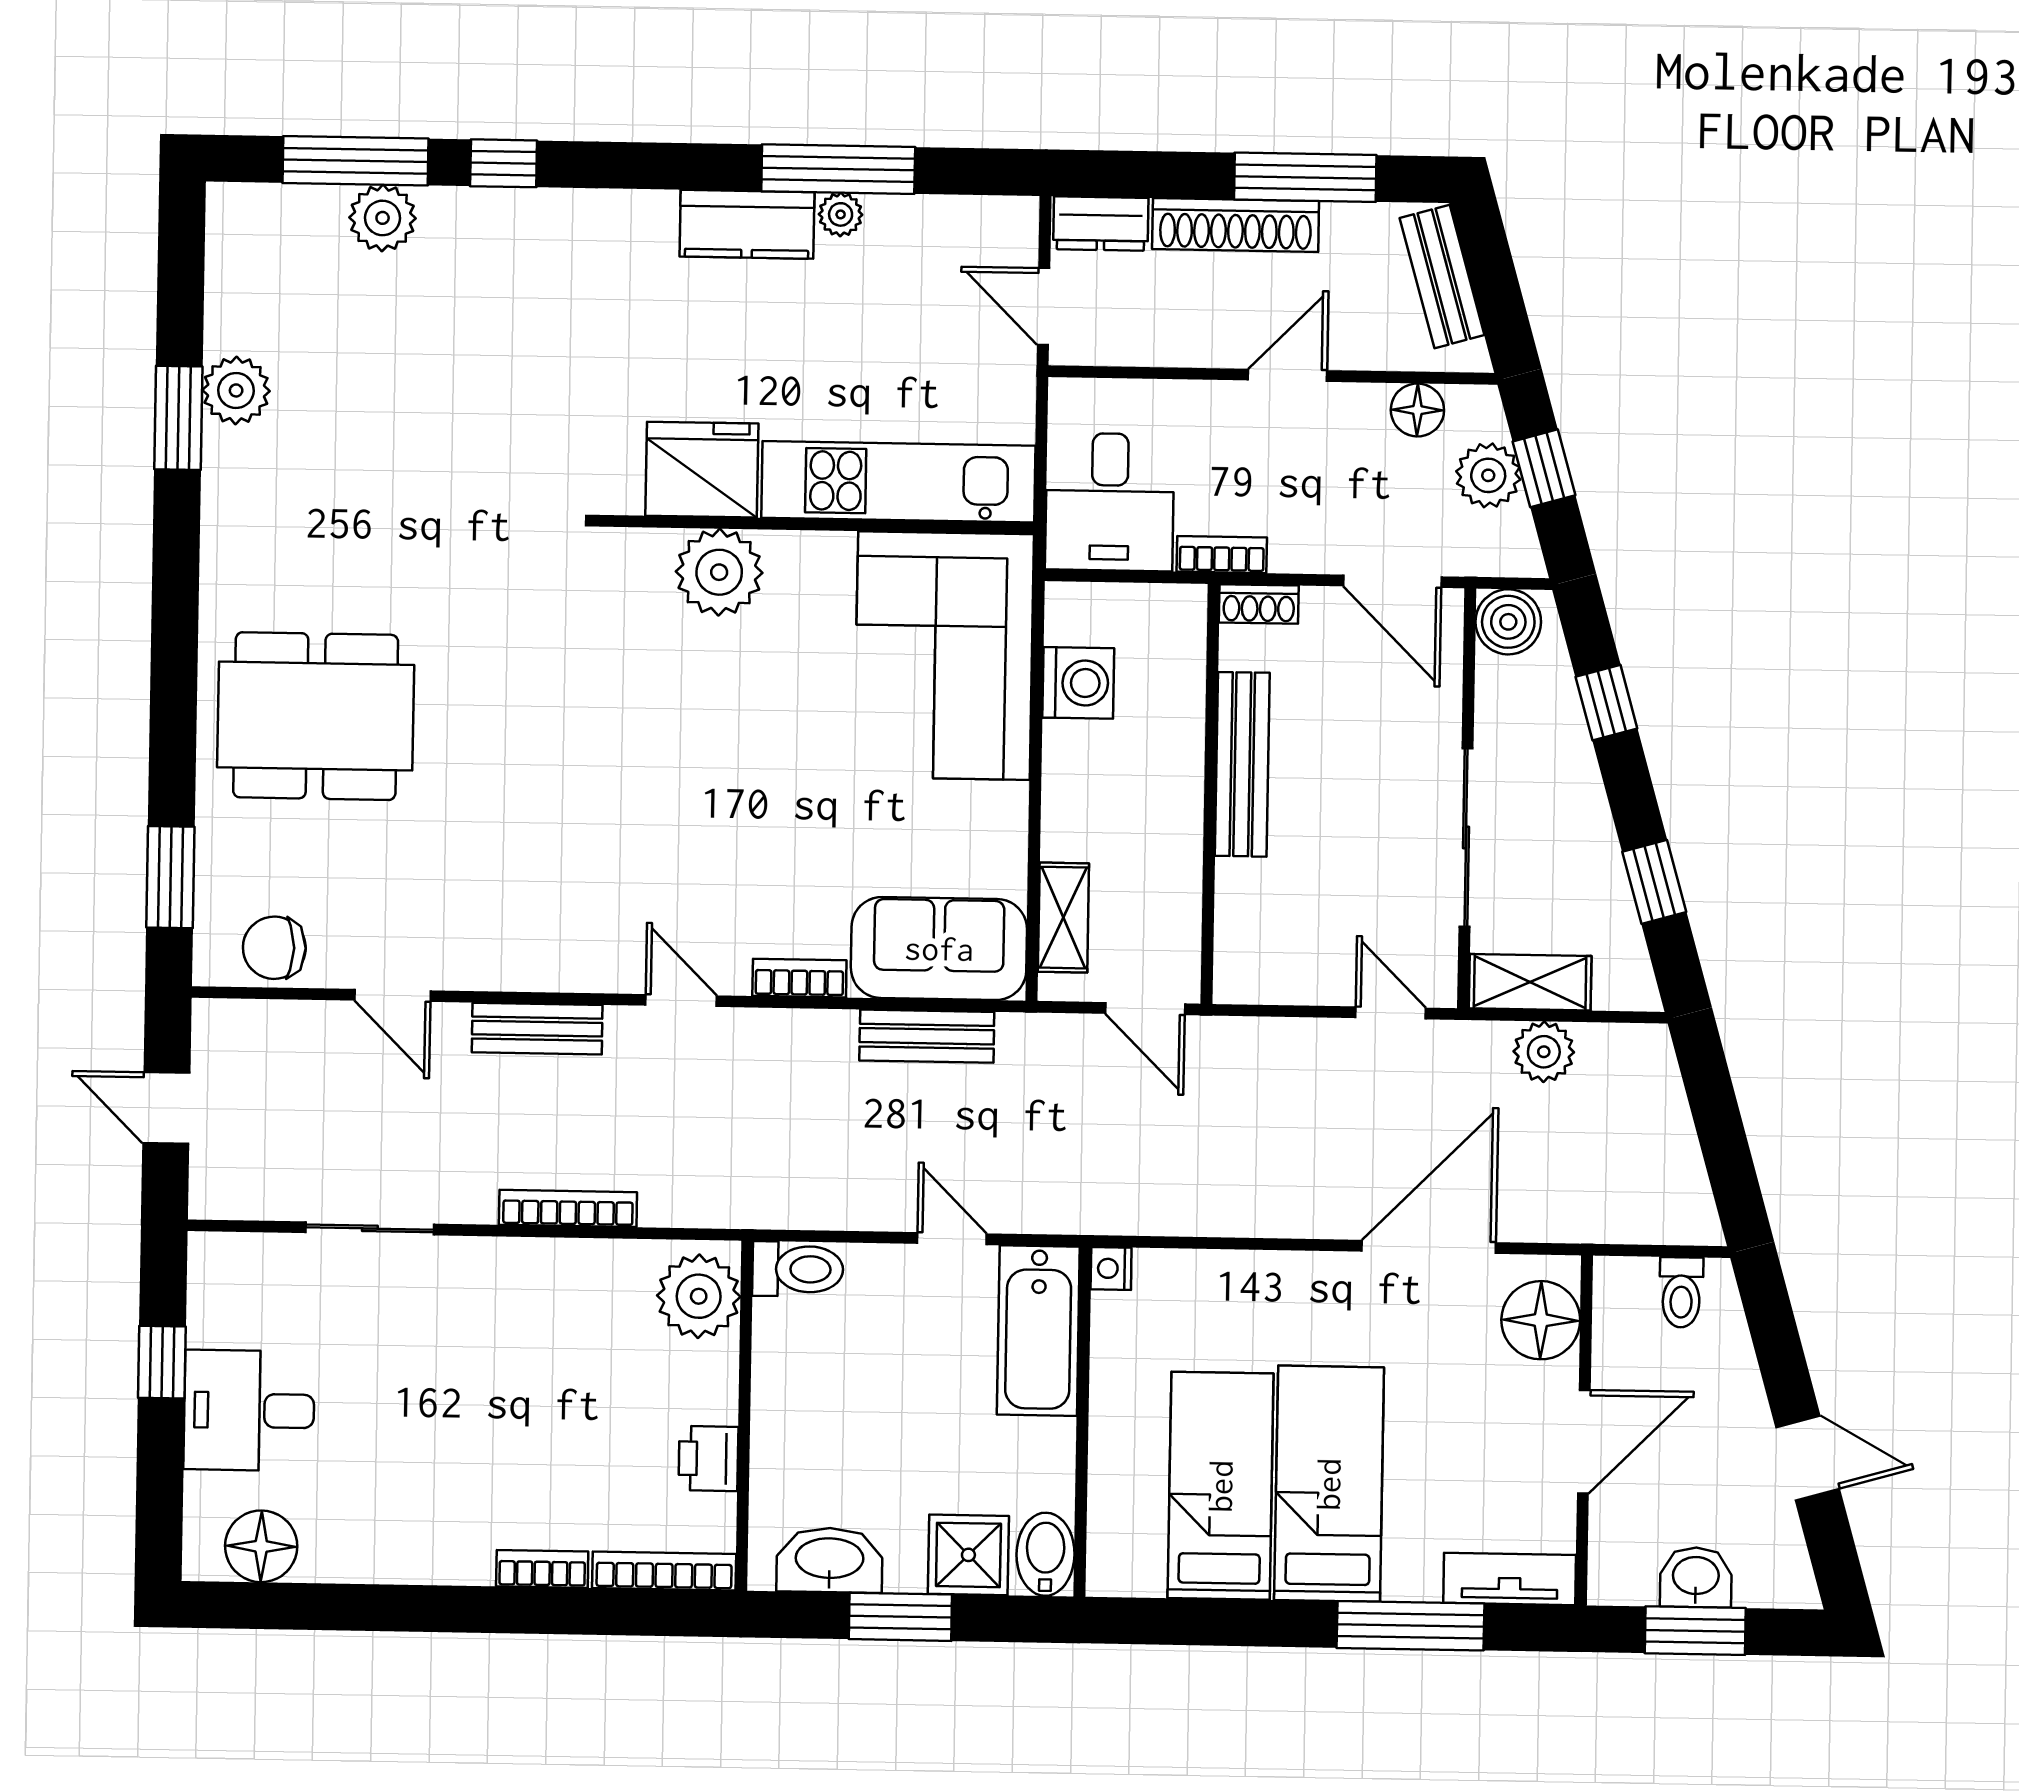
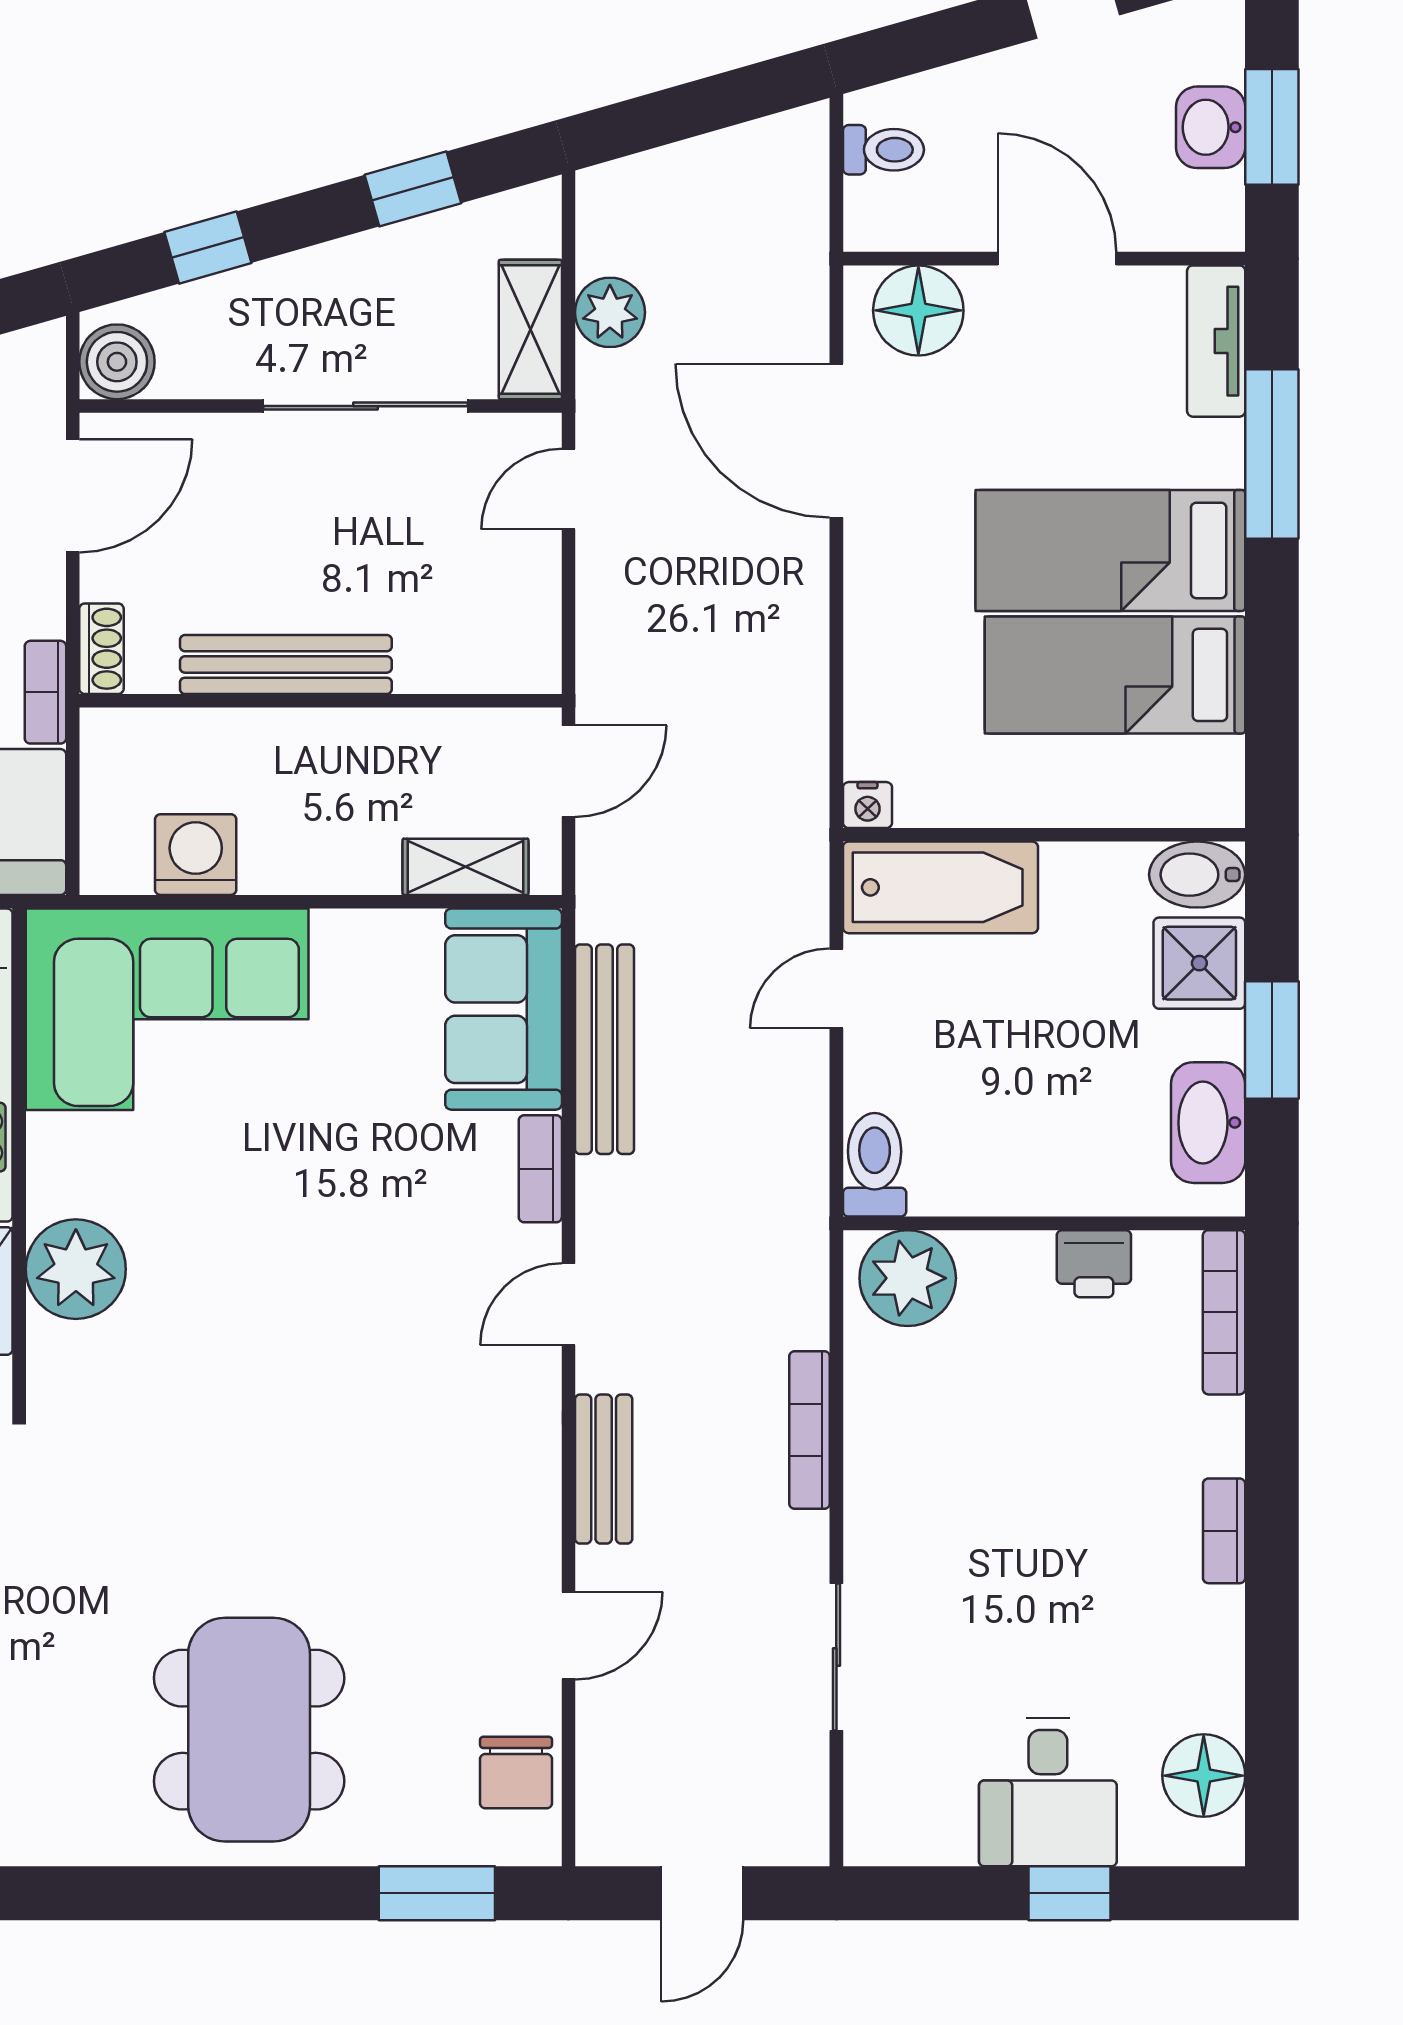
bench: (927, 1036) -> (605, 1049), width x1.36
window: (162, 1362) -> (1070, 1893), moved
bookcase: (542, 1569) -> (1224, 1531), moved

